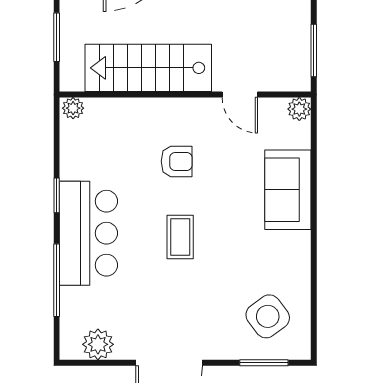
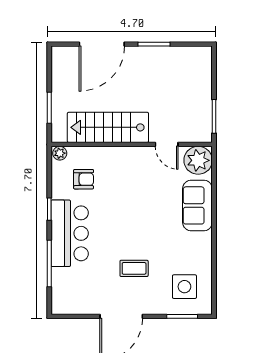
plant: (299, 109) -> (198, 160), width x1.88, depth x1.88
armchair: (177, 161) -> (84, 179), moved
coffee table: (180, 237) -> (134, 268), moved, turned 90
side table: (268, 316) -> (184, 287), turned 37
plant: (98, 344) -> (76, 305), removed

